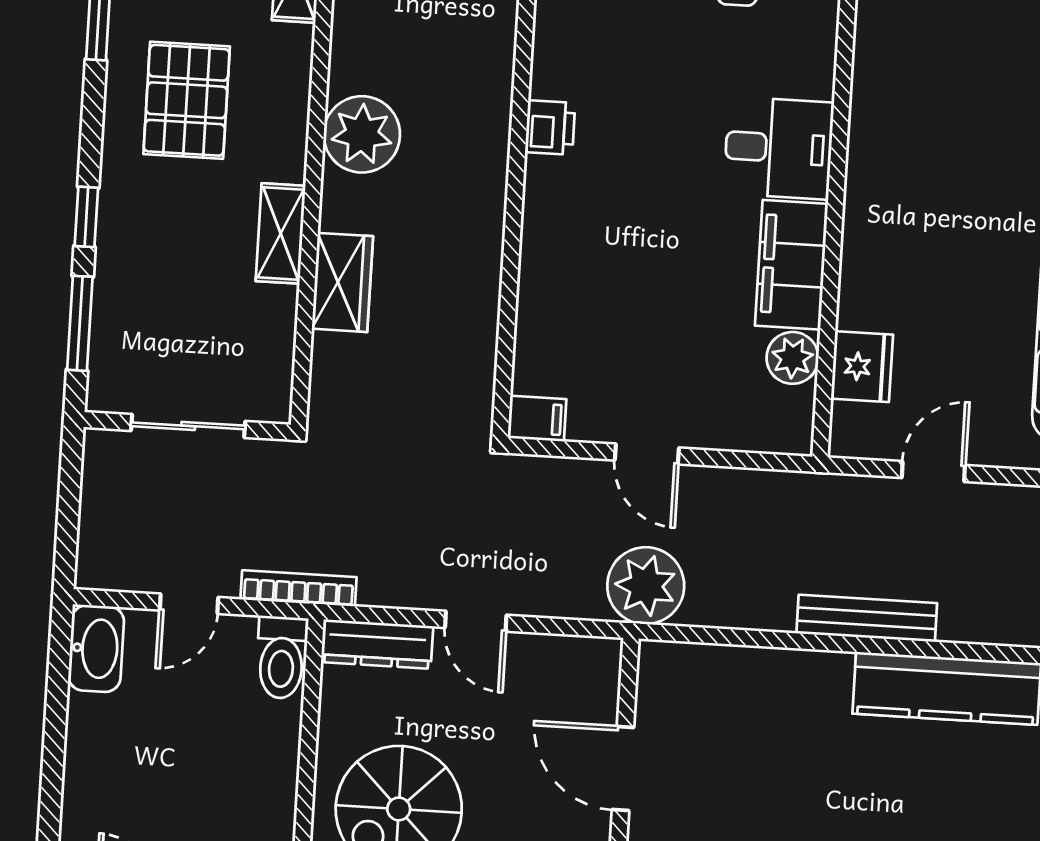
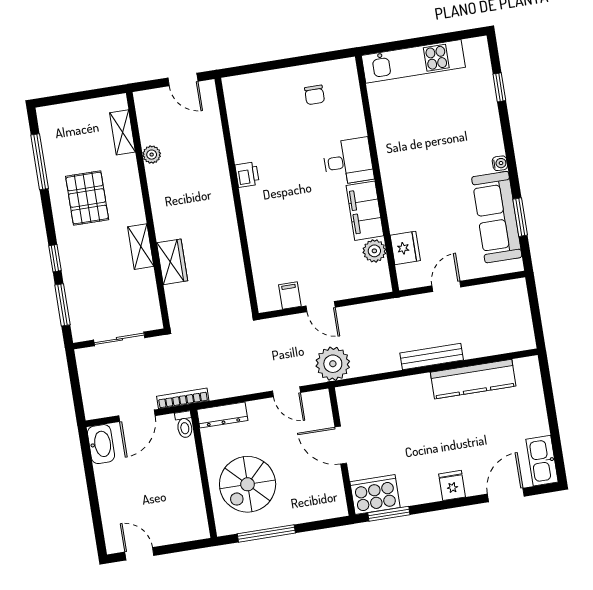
plant: (362, 134) -> (152, 155), moved, width x0.53, depth x0.53
filing cabinet: (537, 419) -> (290, 295), moved, turned -90
door: (189, 604) -> (137, 416), width x1.38
door: (476, 621) -> (286, 392), moved
toilet: (282, 657) -> (184, 425), width x0.73, depth x0.72

